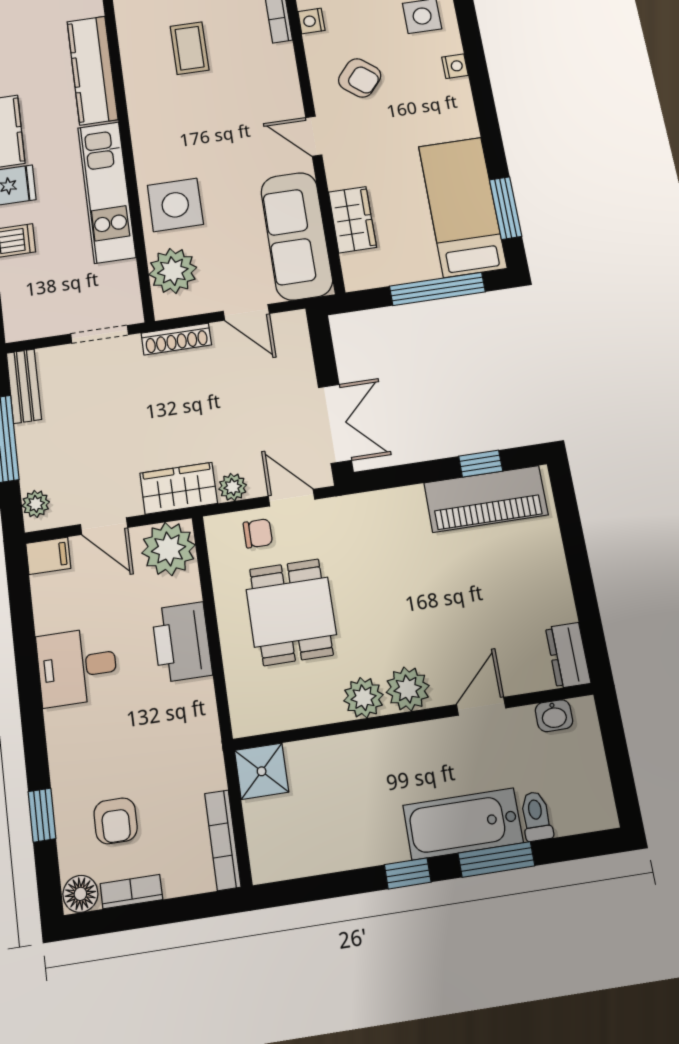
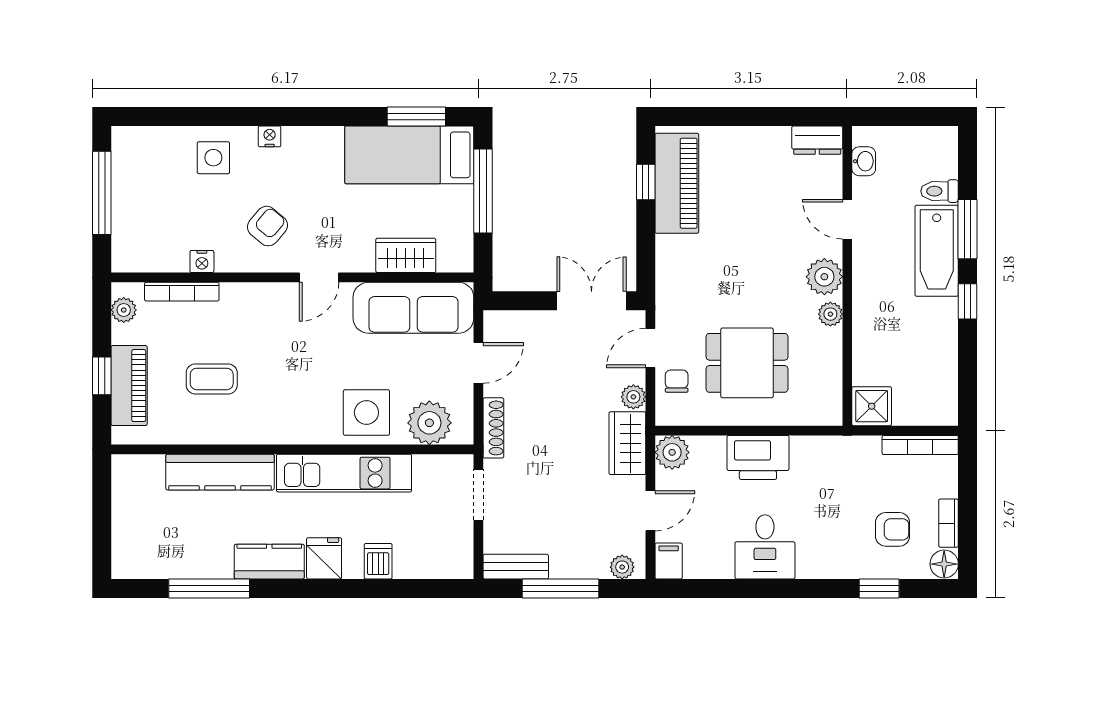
plant: (169, 549) -> (672, 452), width x0.73, depth x0.73
plant: (363, 698) -> (830, 314), width x0.73, depth x0.73

